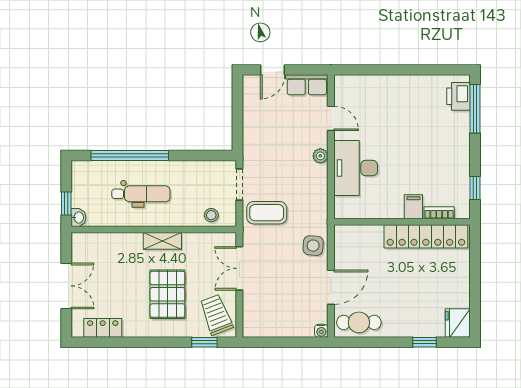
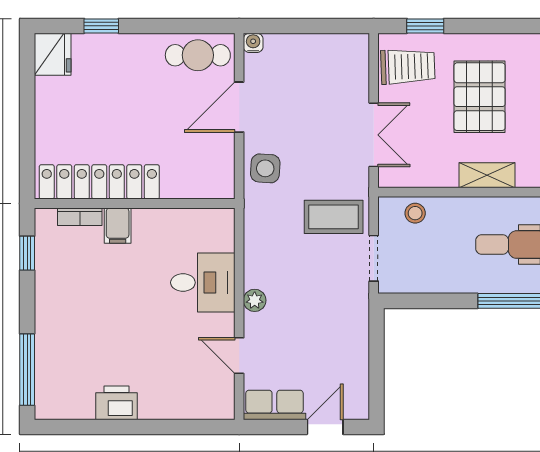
printer: (458, 96) -> (117, 403), moved, turned -90
desk: (356, 168) -> (203, 283), width x0.73
trolley: (216, 315) -> (408, 67), turned -71

